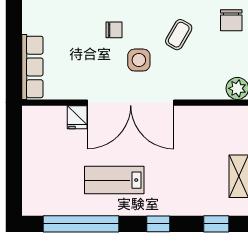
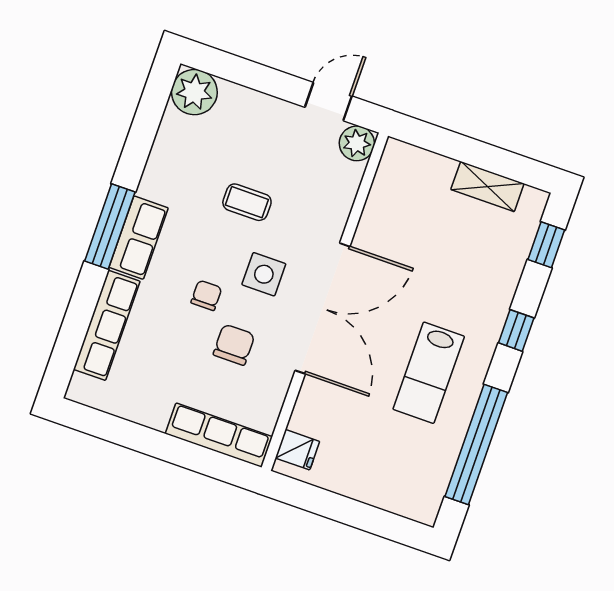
chair: (231, 20) -> (234, 345), moved, turned -90
coffee table: (179, 35) -> (247, 202), turned -30
fridge: (77, 117) -> (297, 450), moved

